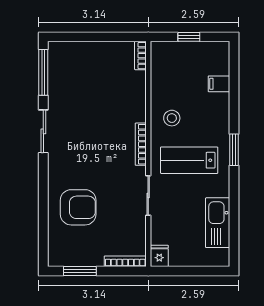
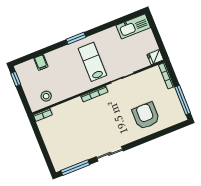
window: (189, 37) -> (16, 79), moved
stool: (172, 118) -> (46, 96), moved
lab bench: (189, 160) -> (92, 62), turned 180
kitchen sink: (218, 223) -> (133, 26), moved
window: (80, 271) -> (183, 100), width x1.44

